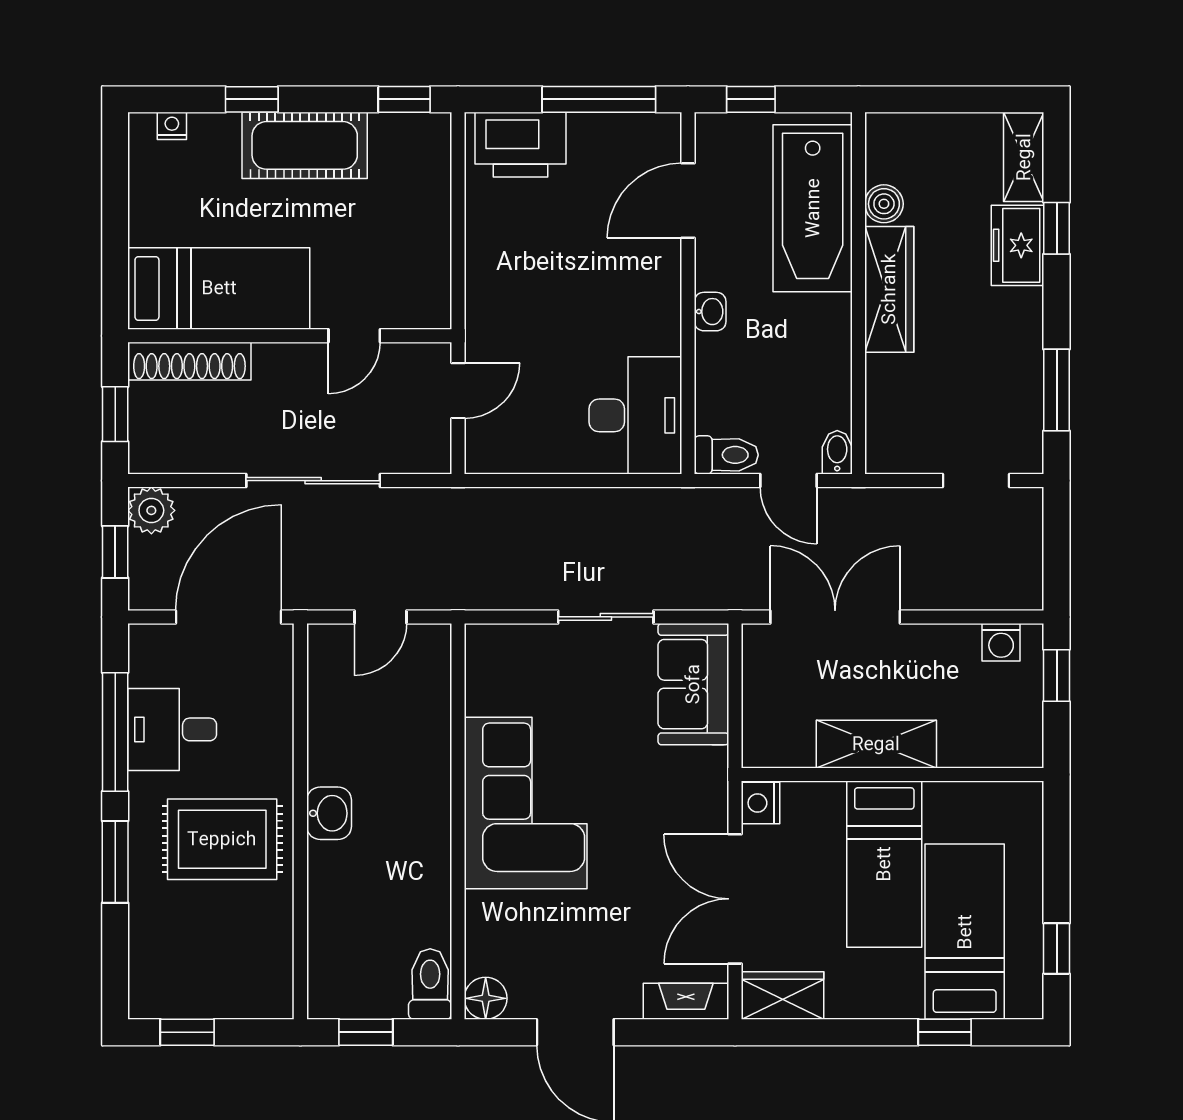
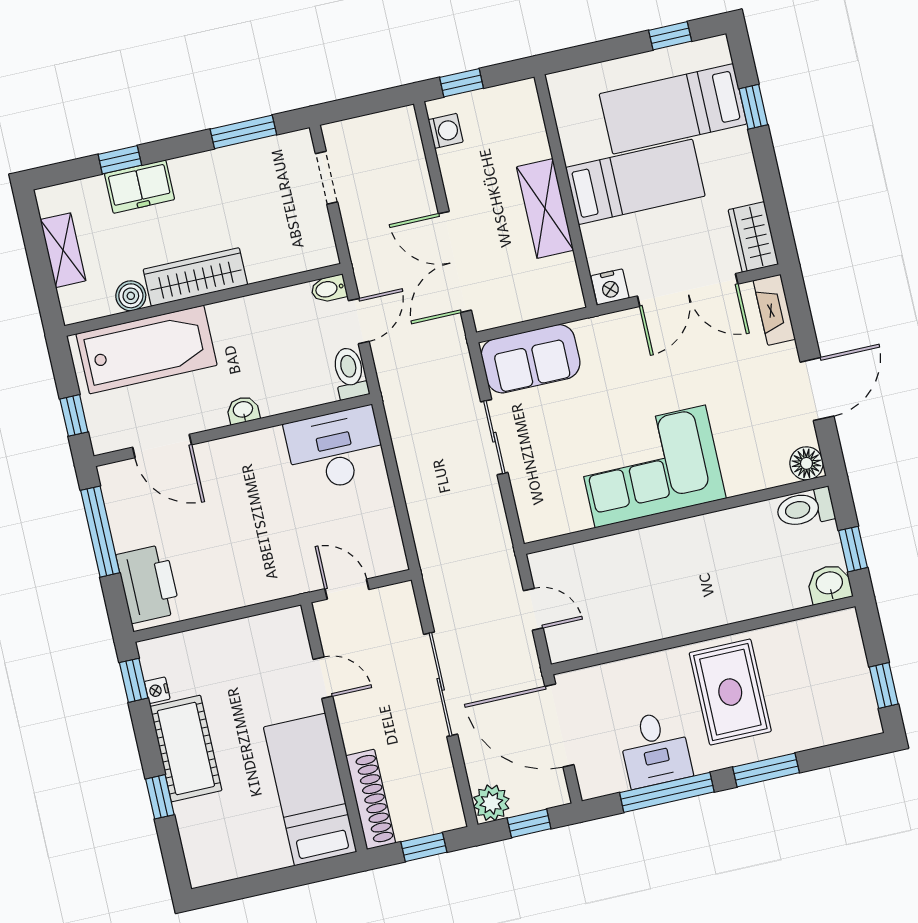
nightstand: (172, 126) -> (157, 690), moved
shelving: (1024, 157) -> (63, 250), moved, turned 90
washbasin: (329, 813) -> (829, 584), moved

